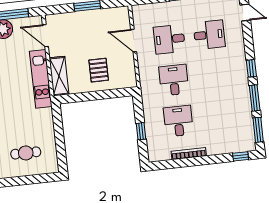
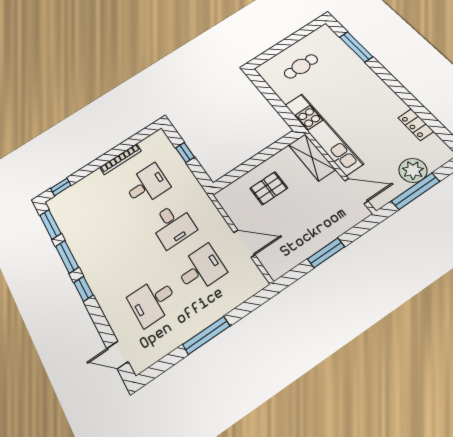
pallet: (99, 70) -> (269, 188), turned 90
kitchen unit: (41, 79) -> (323, 133), width x1.36
desk: (178, 121) -> (147, 185), turned -90

